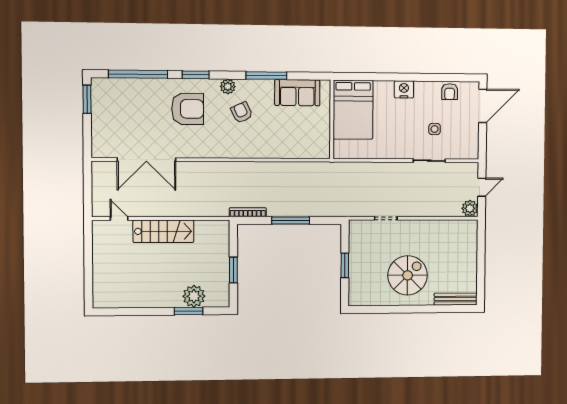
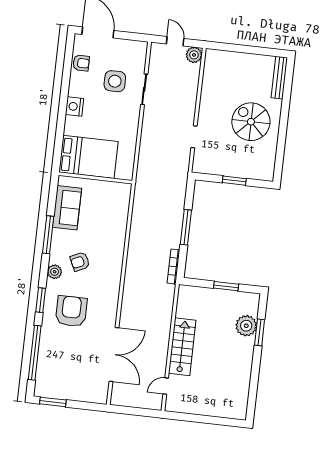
side table: (435, 129) -> (115, 81), width x1.87, depth x1.87

